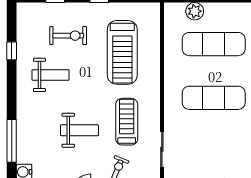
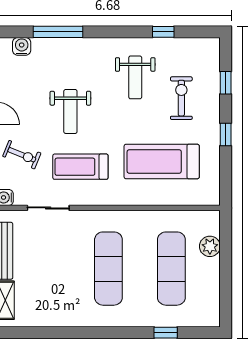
exercise bike: (68, 36) -> (181, 98), turned 180
treadmill: (127, 122) -> (80, 167), turned 180

